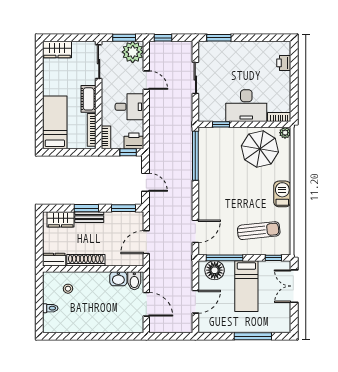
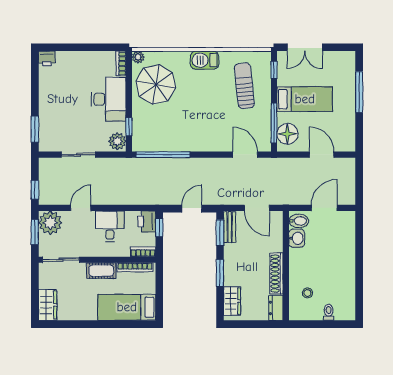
printer: (284, 63) -> (47, 59), moved
plant: (208, 114) -> (117, 141), added
bench: (89, 217) -> (230, 227), moved

